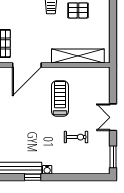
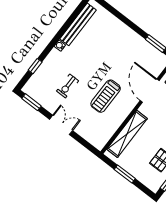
window: (113, 32) -> (125, 174), added
treadmill: (60, 99) -> (106, 96), turned 90
window: (33, 177) -> (35, 66), moved

